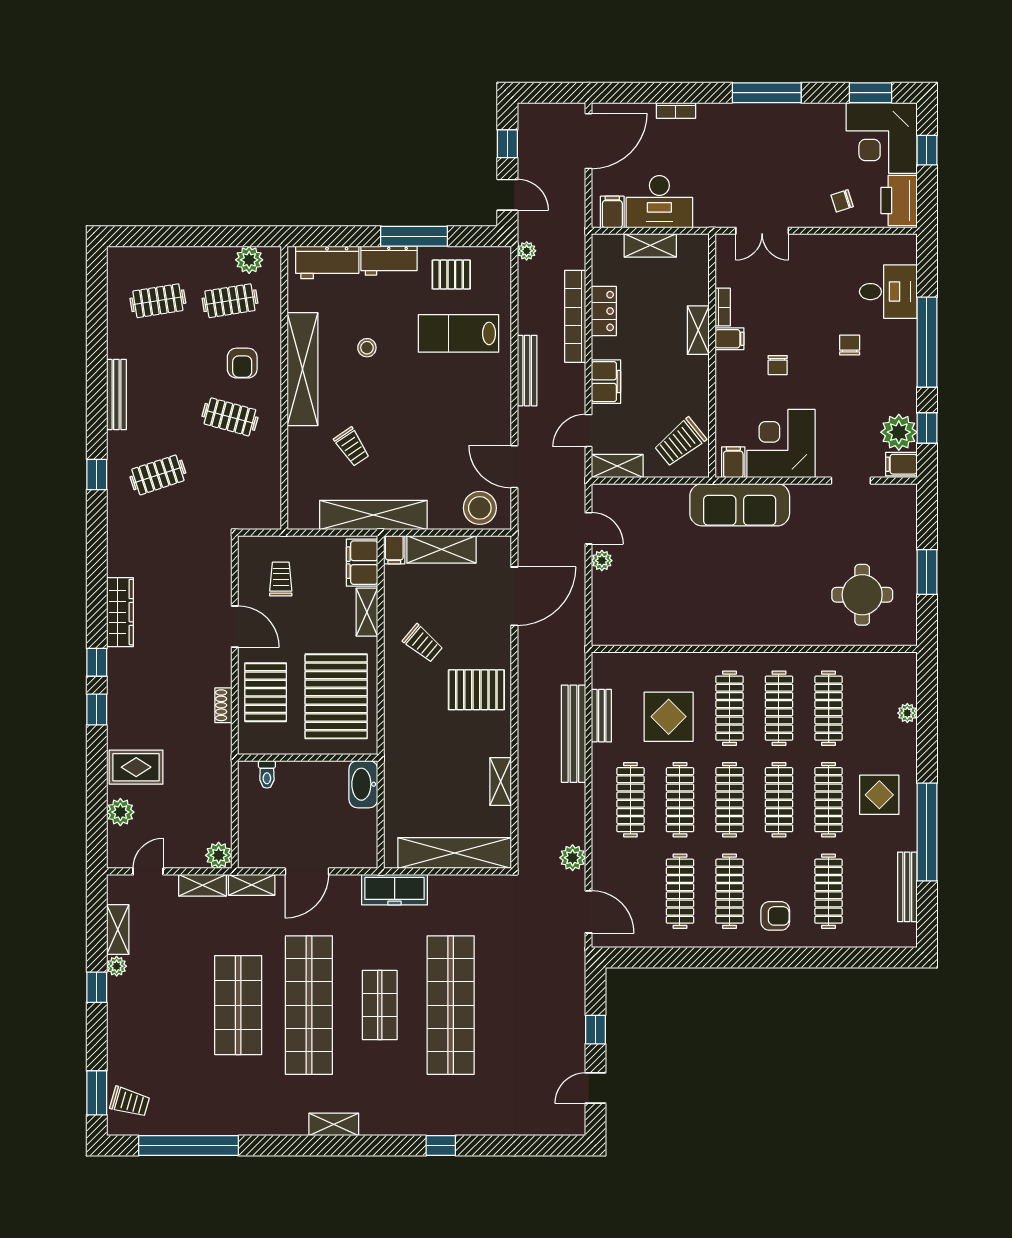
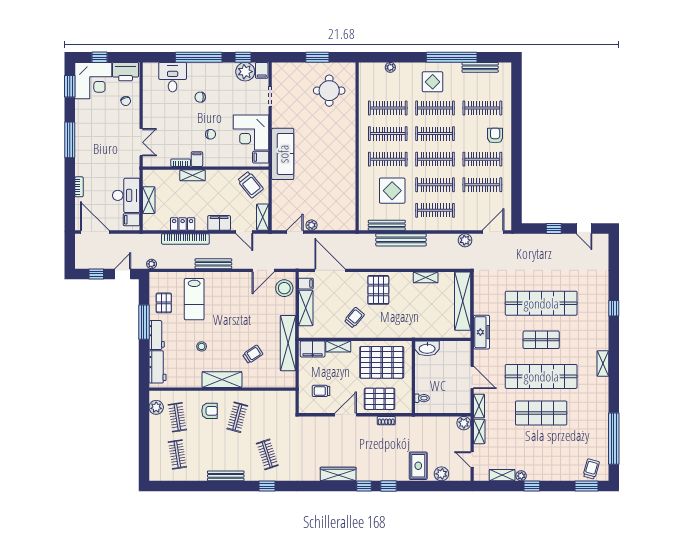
shelving: (303, 369) -> (222, 380), width x0.68
filing cabinet: (394, 550) -> (306, 284), moved
bench: (601, 716) -> (387, 225), width x1.36

